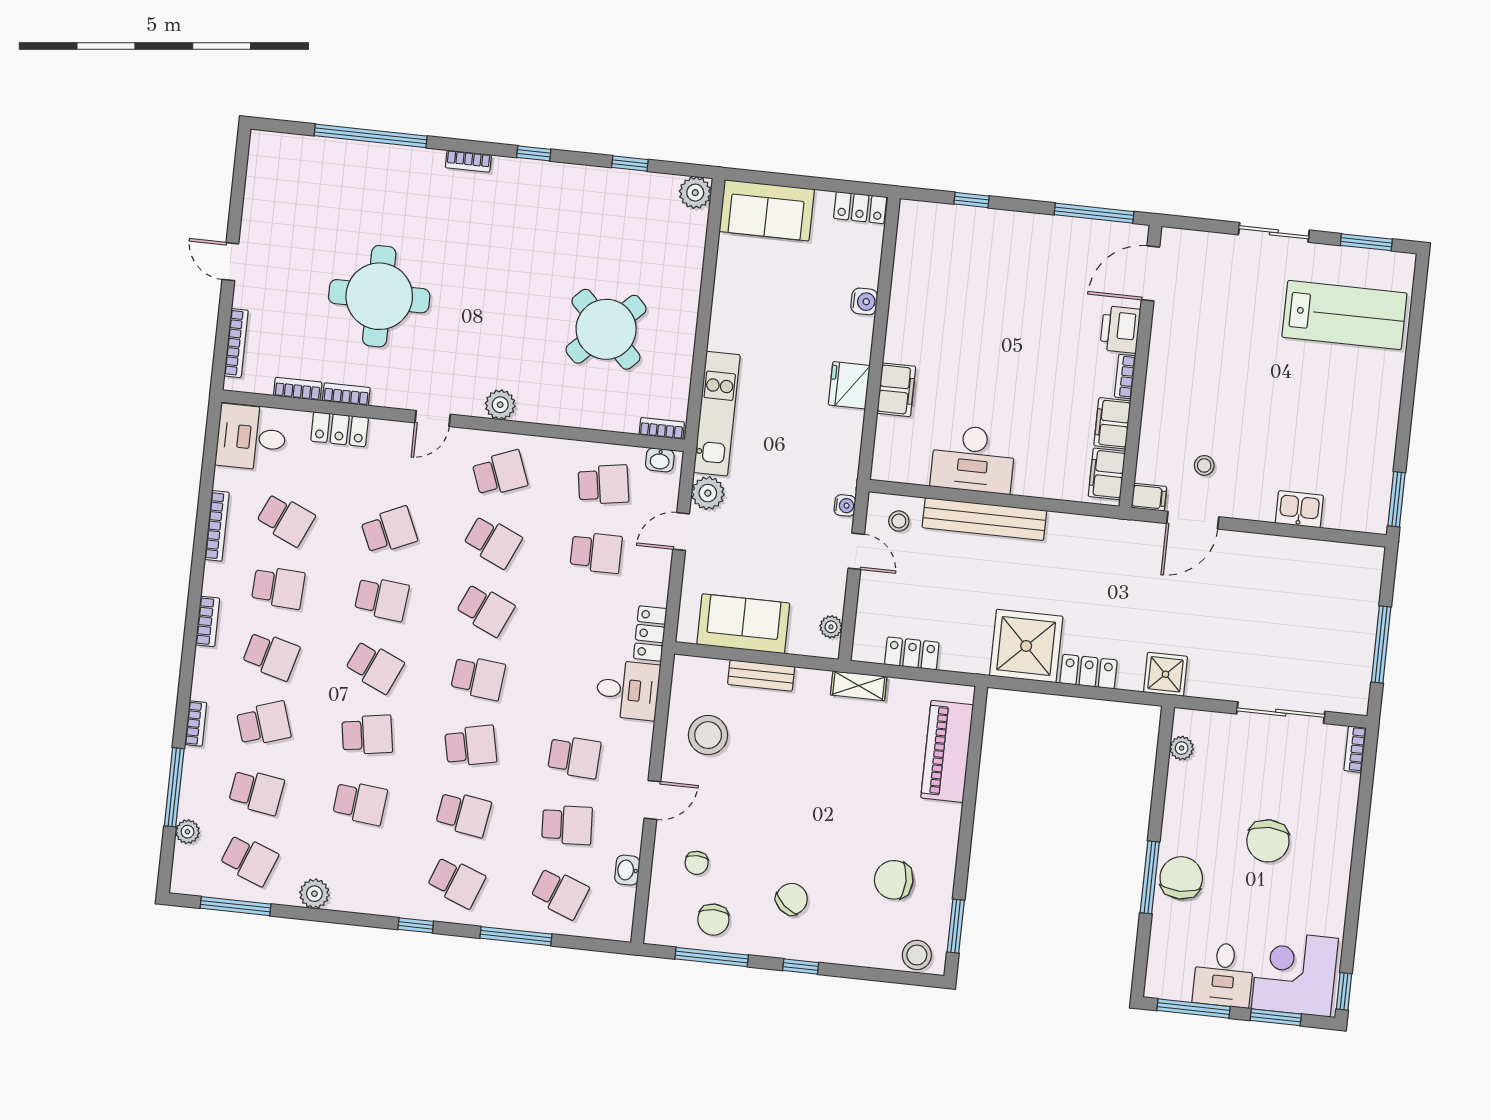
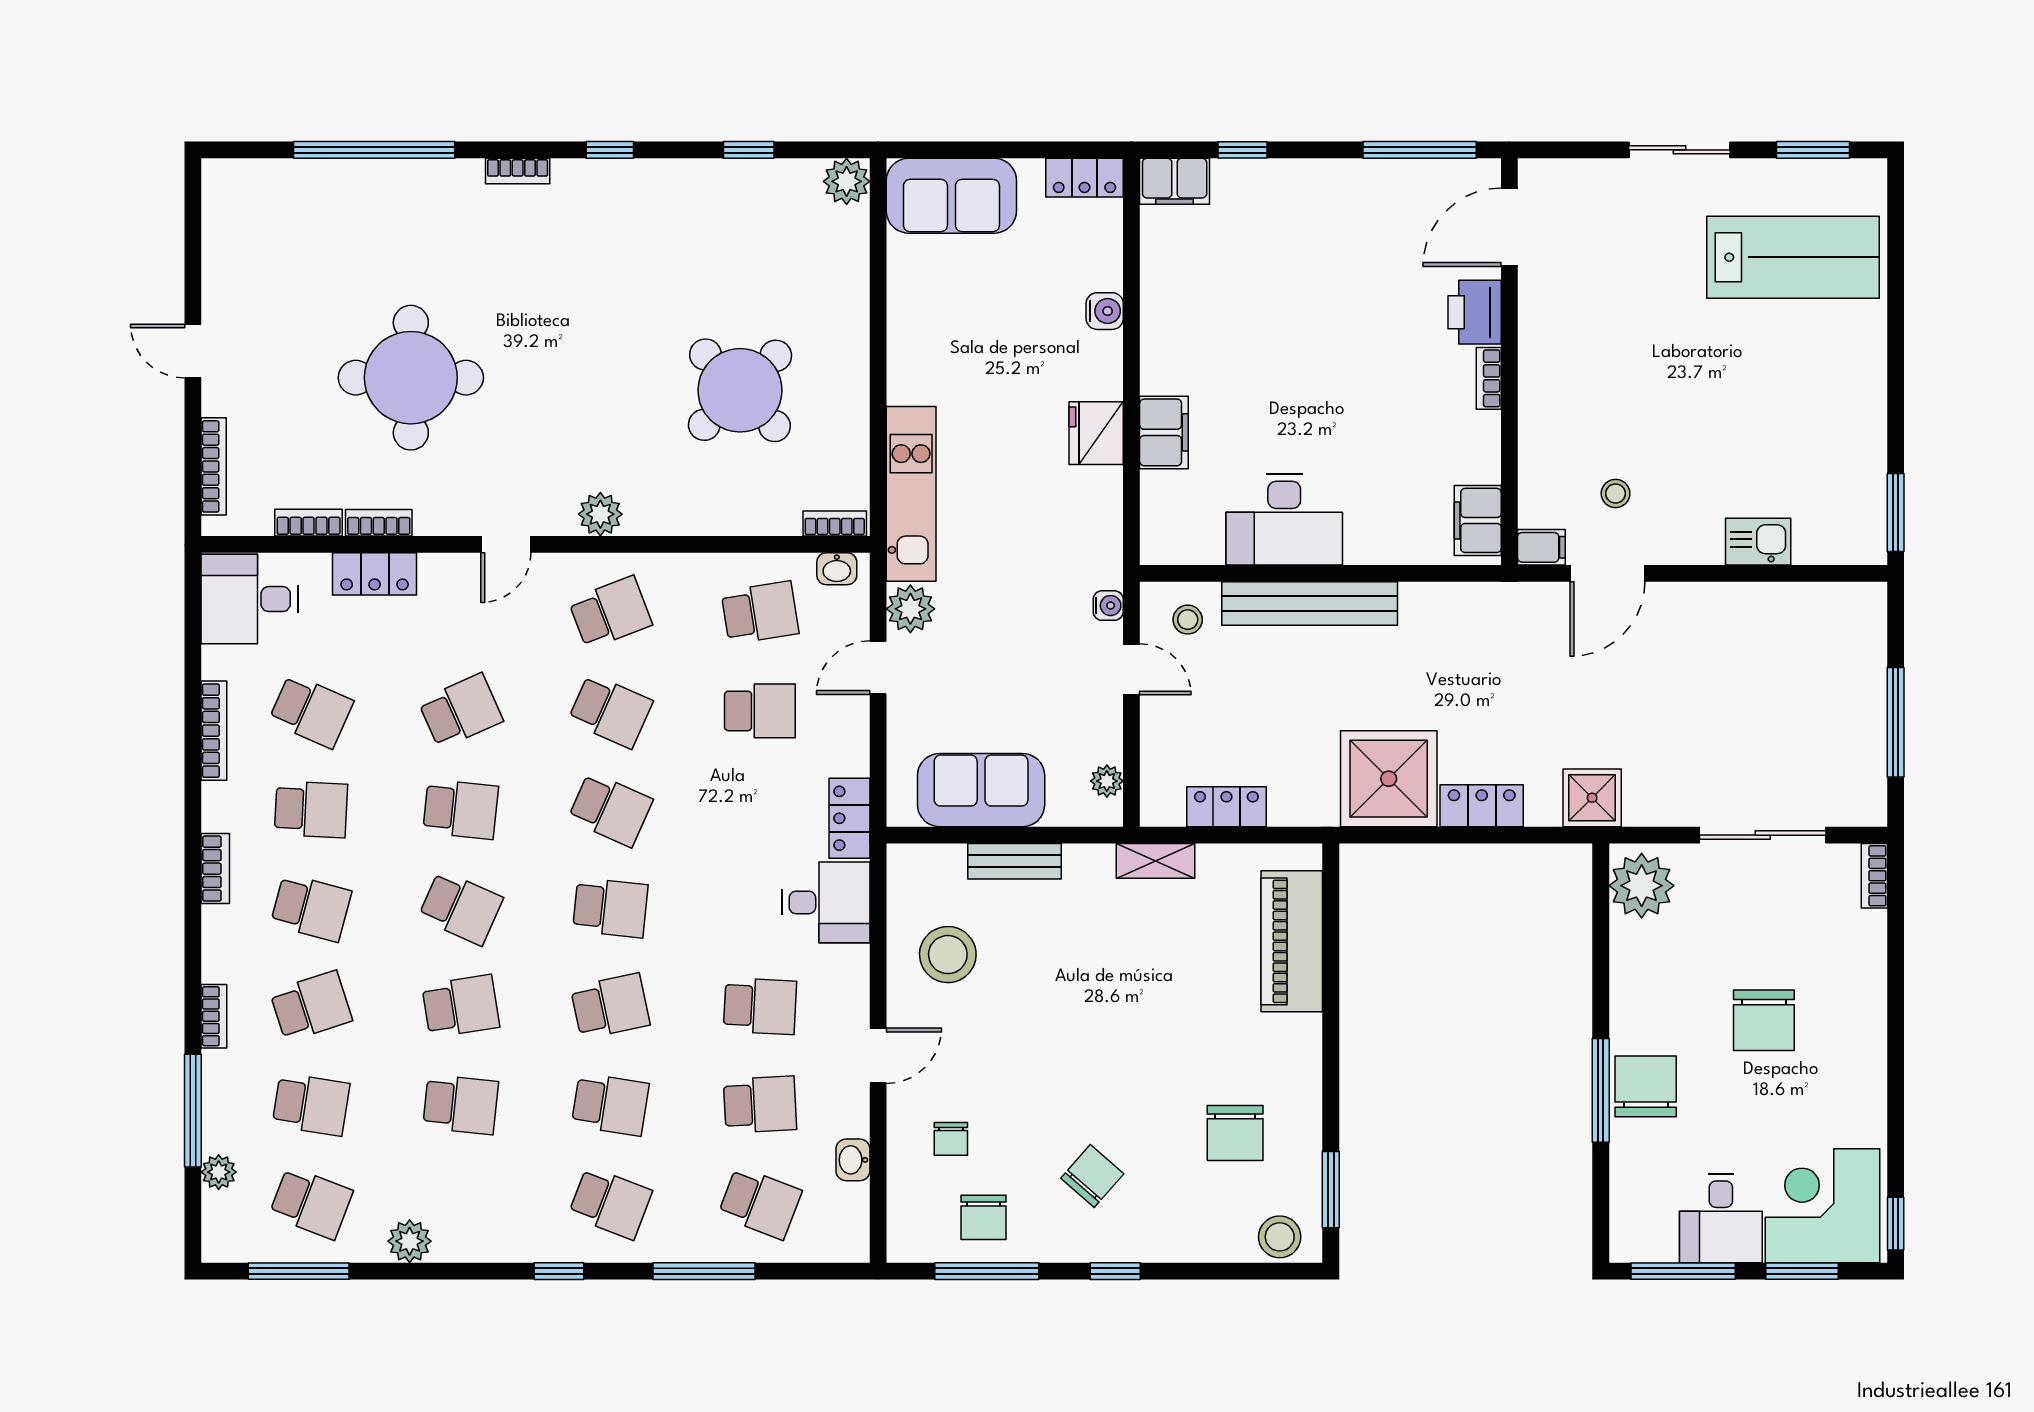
filing cabinet: (1112, 423) -> (1175, 181), moved, turned -90
plant: (1182, 748) -> (1642, 886), width x1.88, depth x1.88
chair: (894, 880) -> (1235, 1133), turned -90

